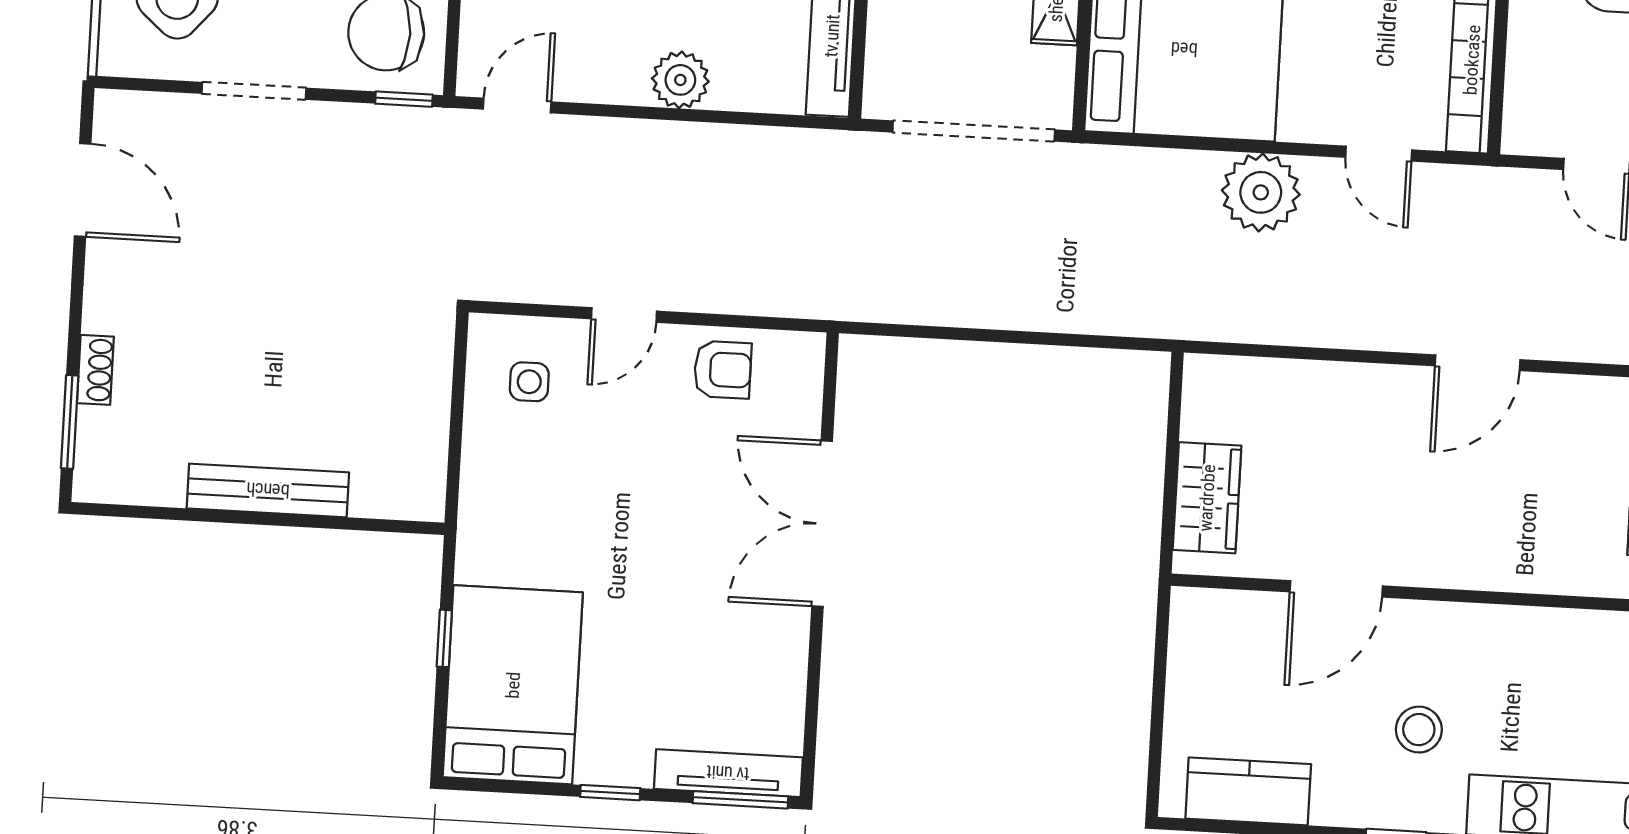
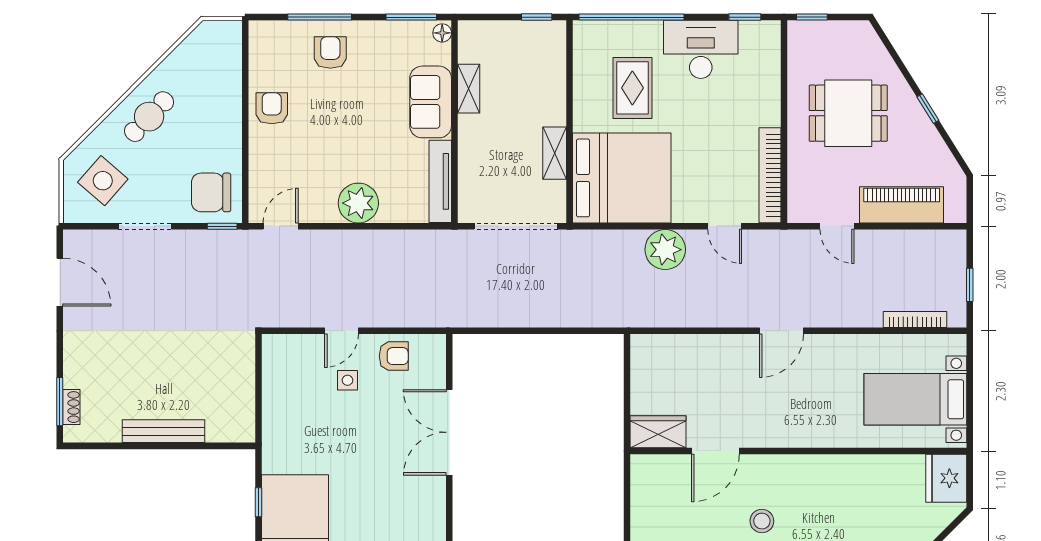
plant: (680, 80) -> (358, 203), width x1.36, depth x1.36
shoe rack: (95, 370) -> (71, 407), moved
side table: (529, 382) -> (347, 380), moved
wardrobe: (1207, 498) -> (658, 432), moved, turned -90

